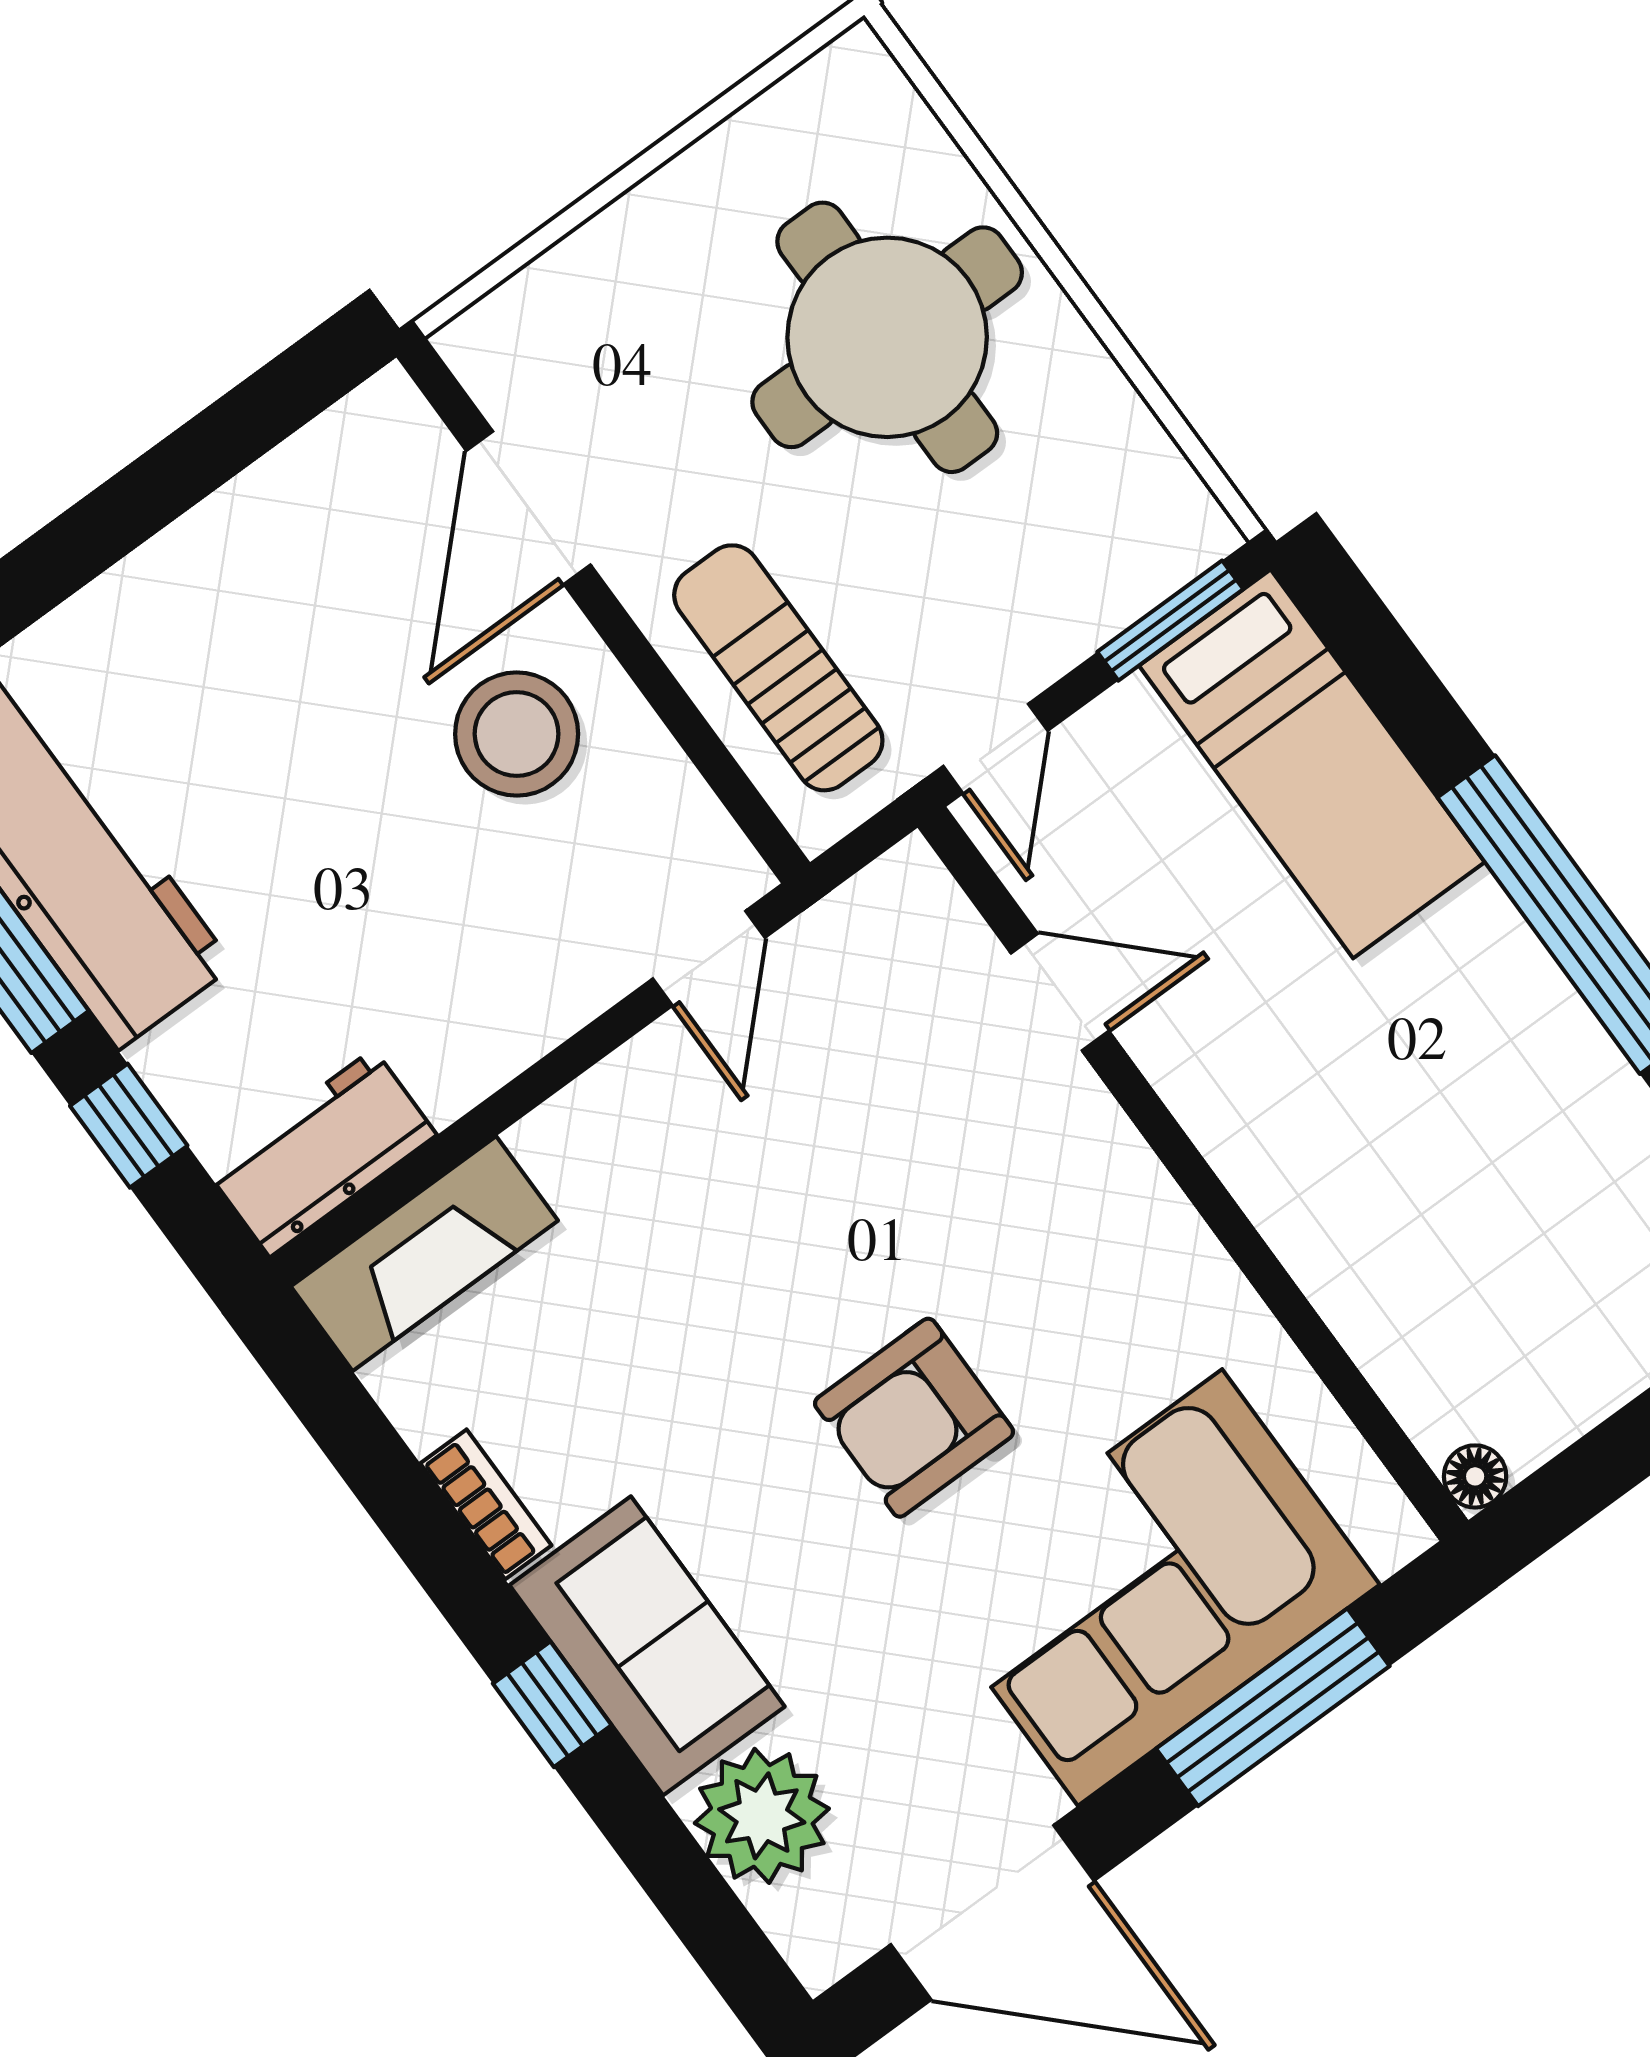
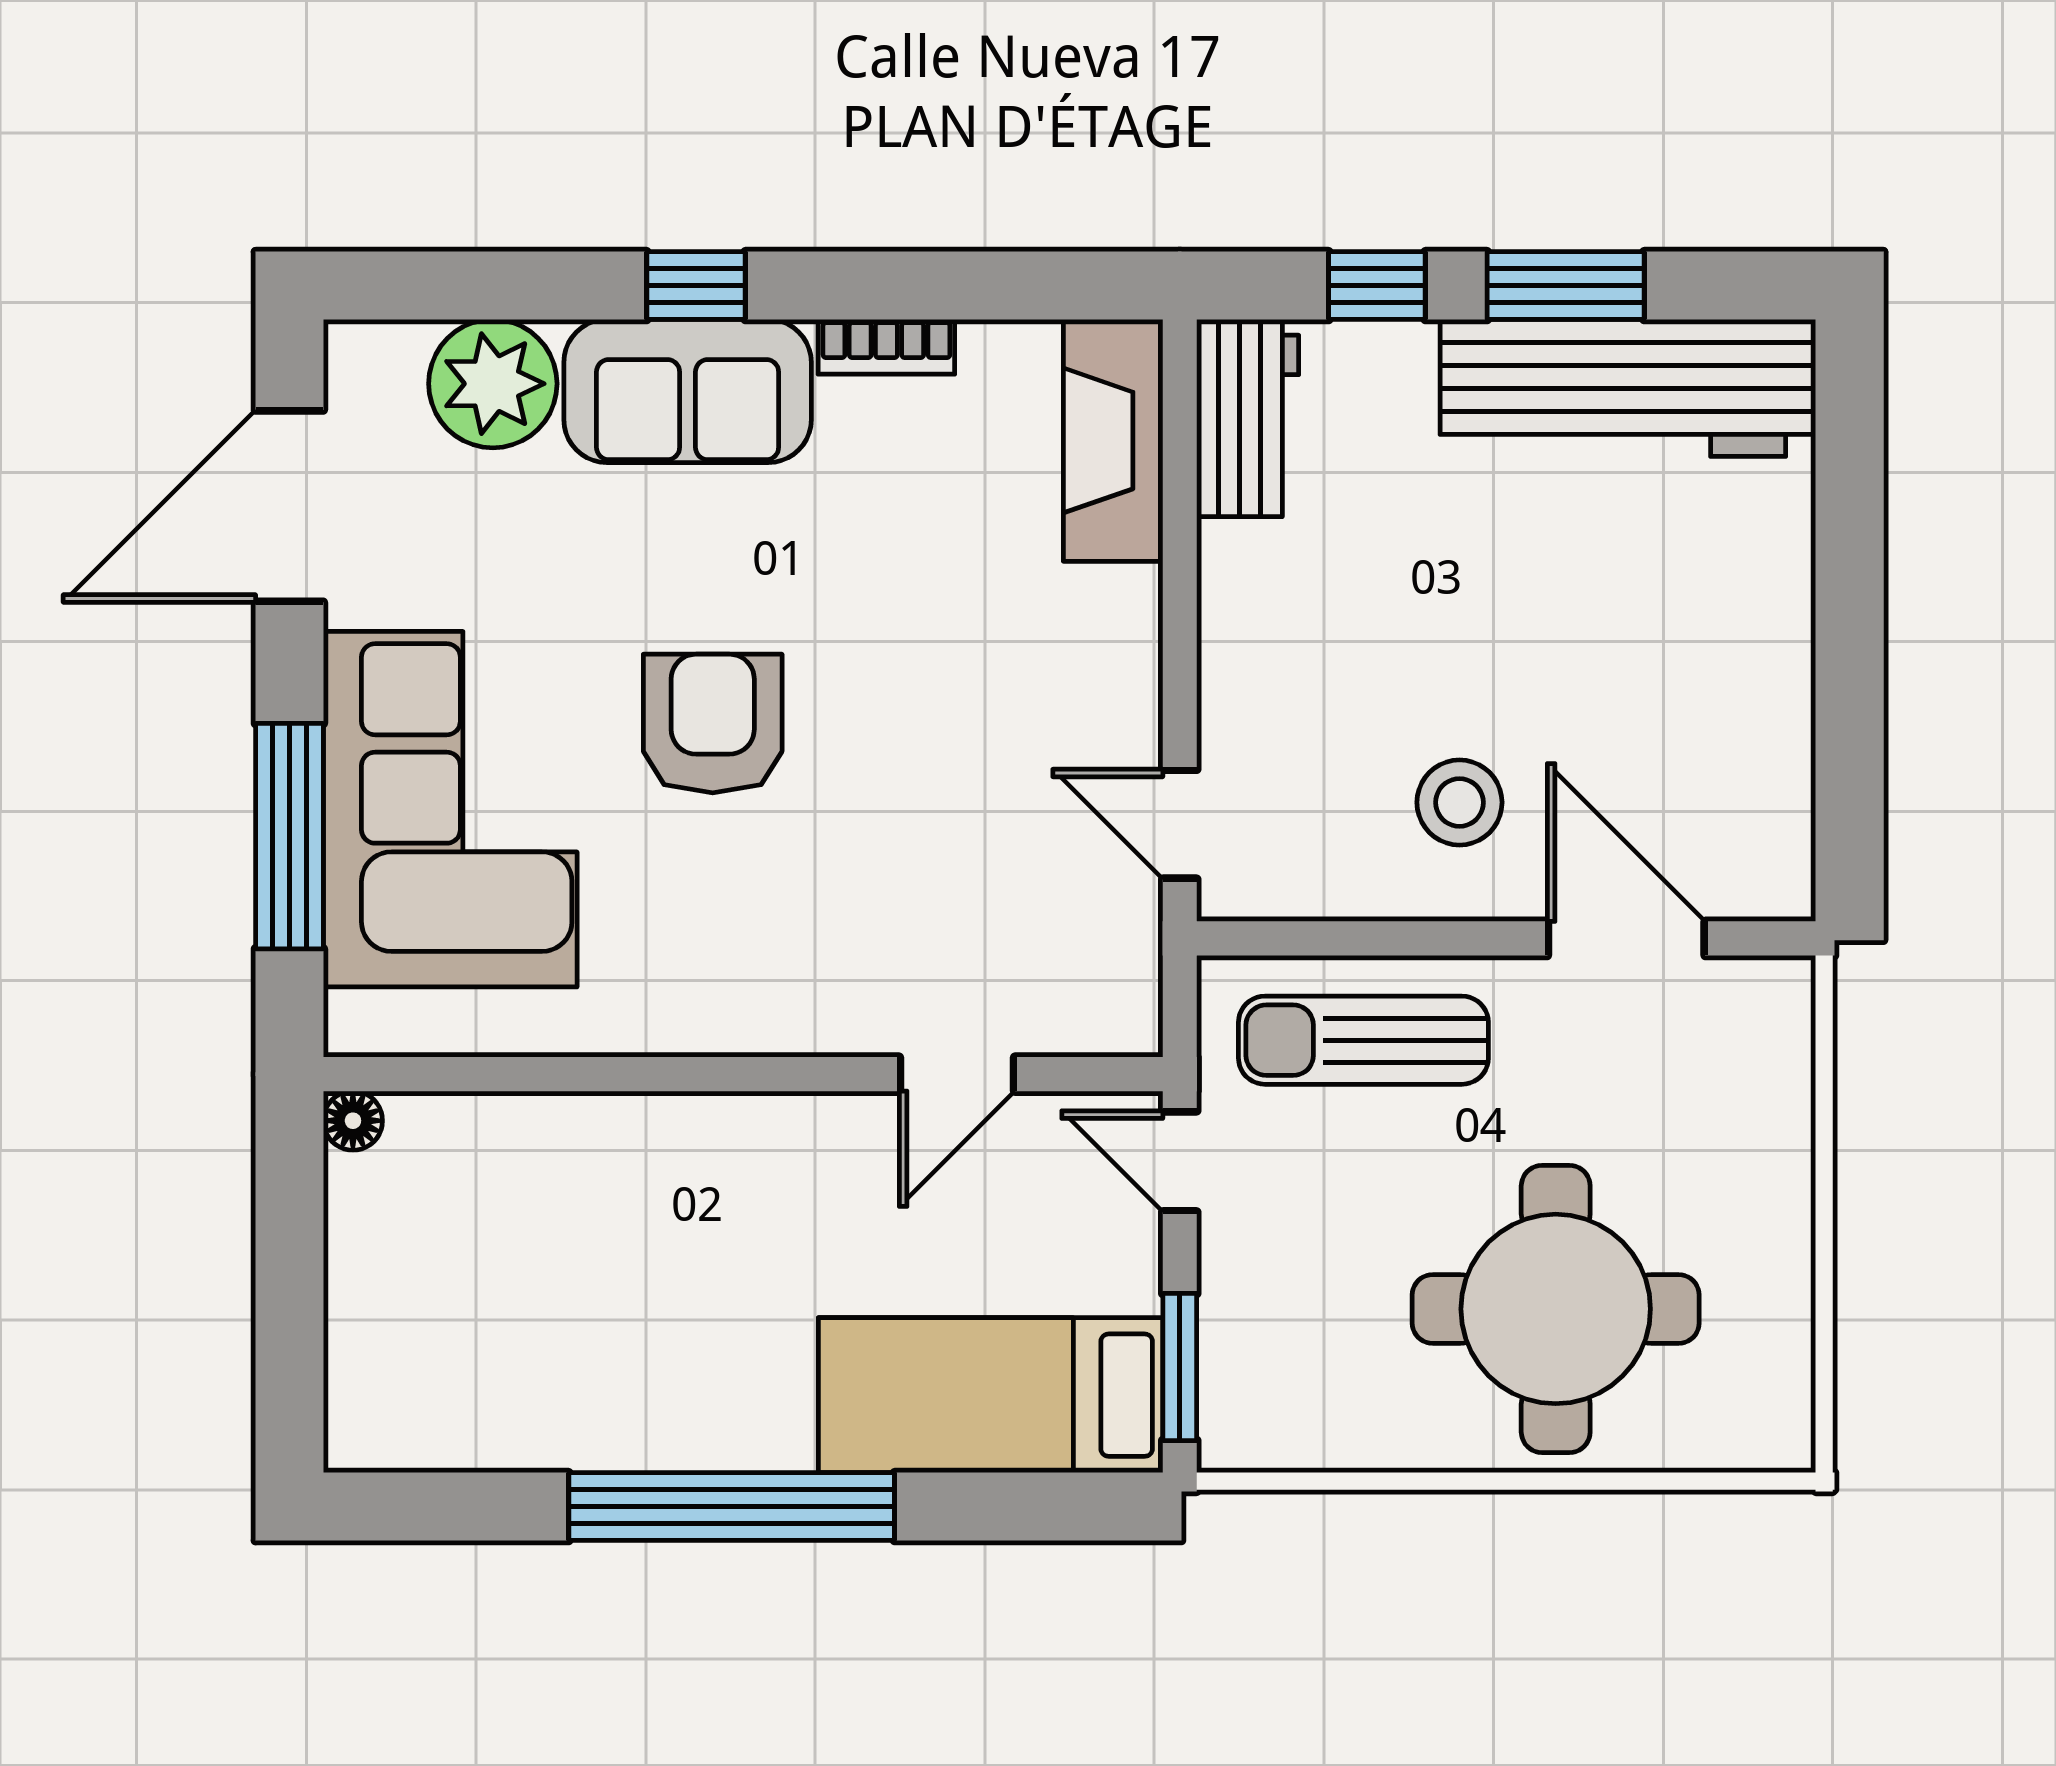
sun lounger: (778, 668) -> (1363, 1040), turned 180
stool: (517, 734) -> (1459, 802), width x0.73, depth x0.73

